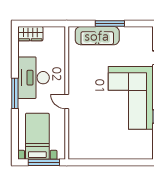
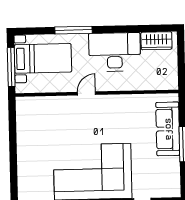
wardrobe: (30, 34) -> (156, 41), moved, turned -90
window: (15, 93) -> (74, 30), moved

